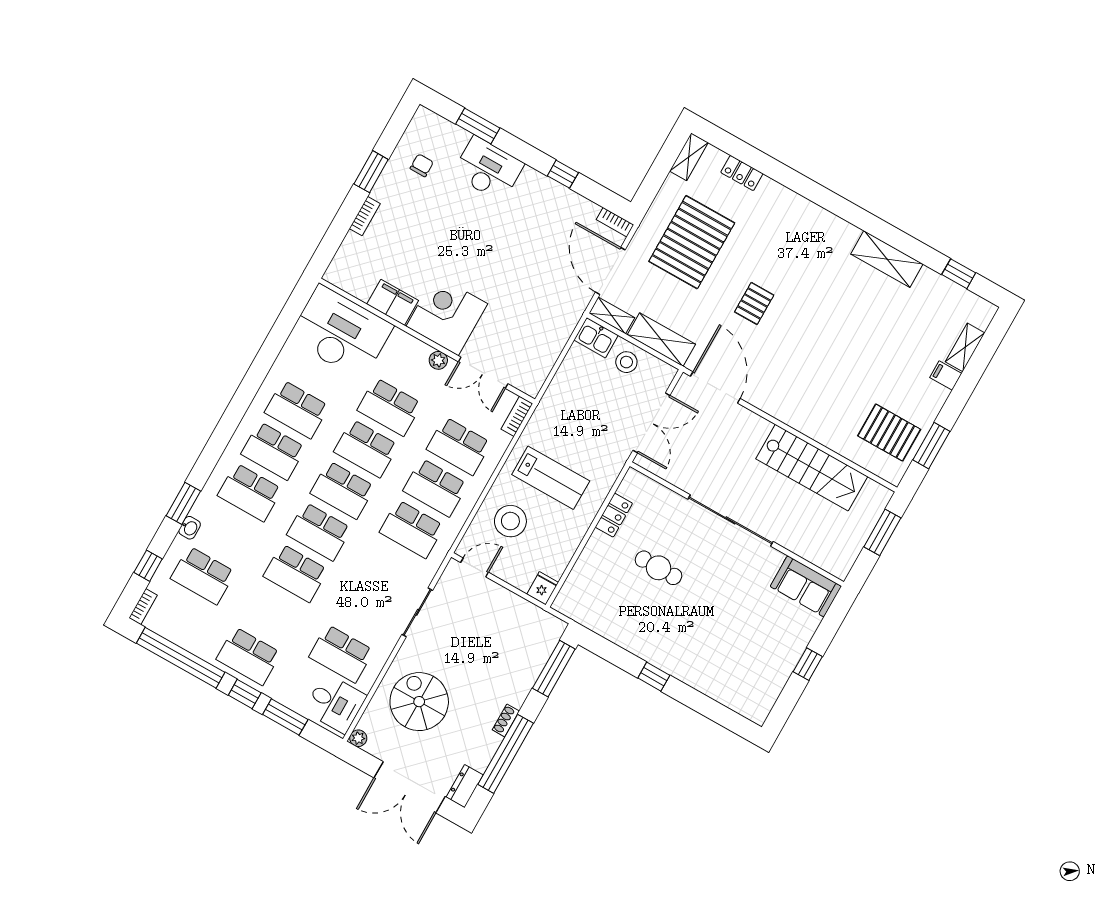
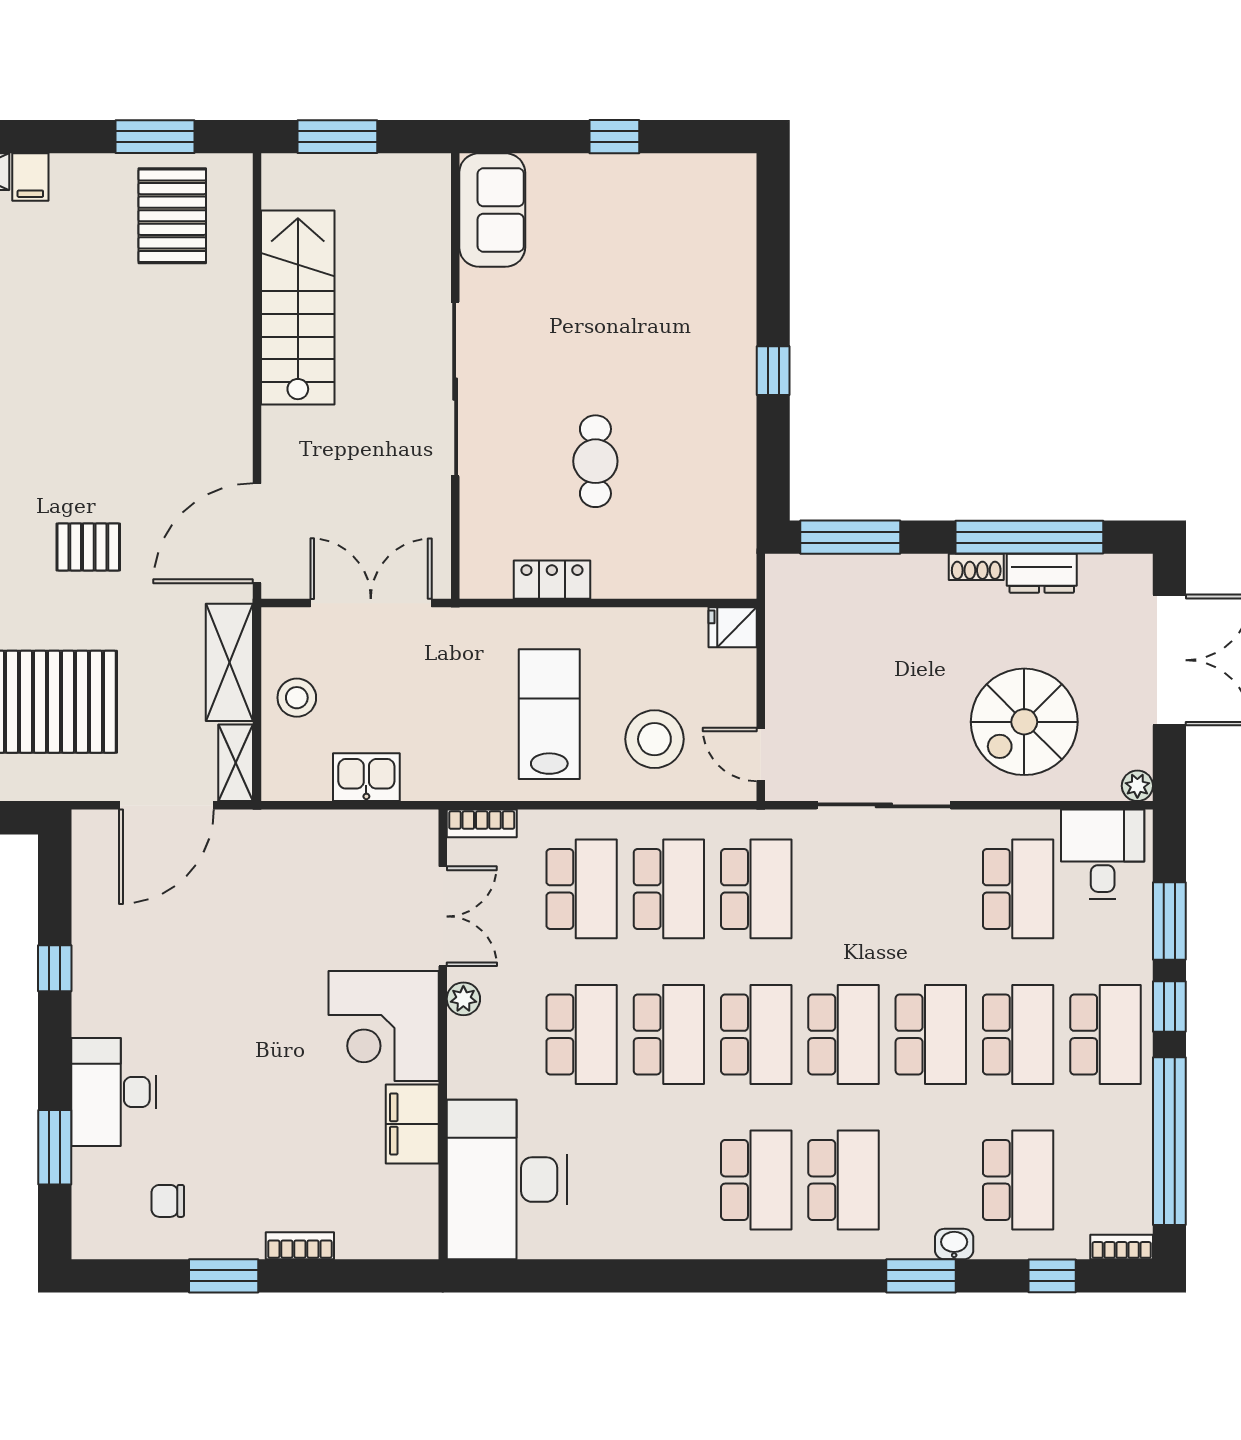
bookcase: (615, 222) -> (84, 842), removed
kitchen sink: (596, 338) -> (366, 777), moved, turned -90
school desk: (297, 409) -> (1018, 1034), moved
sliding door: (417, 612) -> (884, 805), width x1.37
dresser: (465, 786) -> (1042, 573), moved

